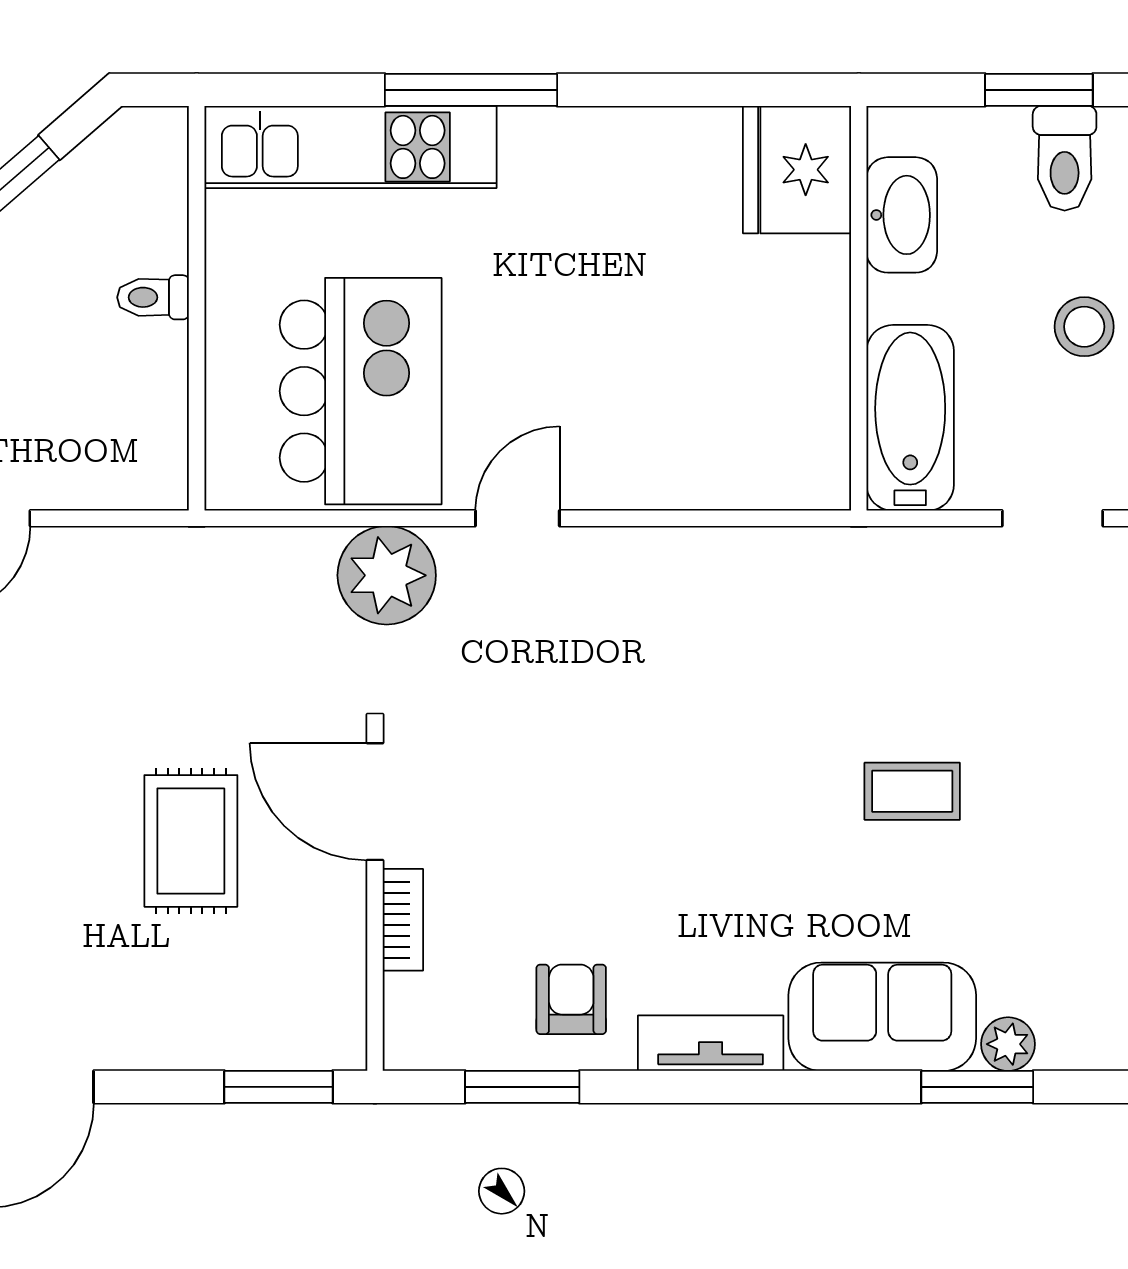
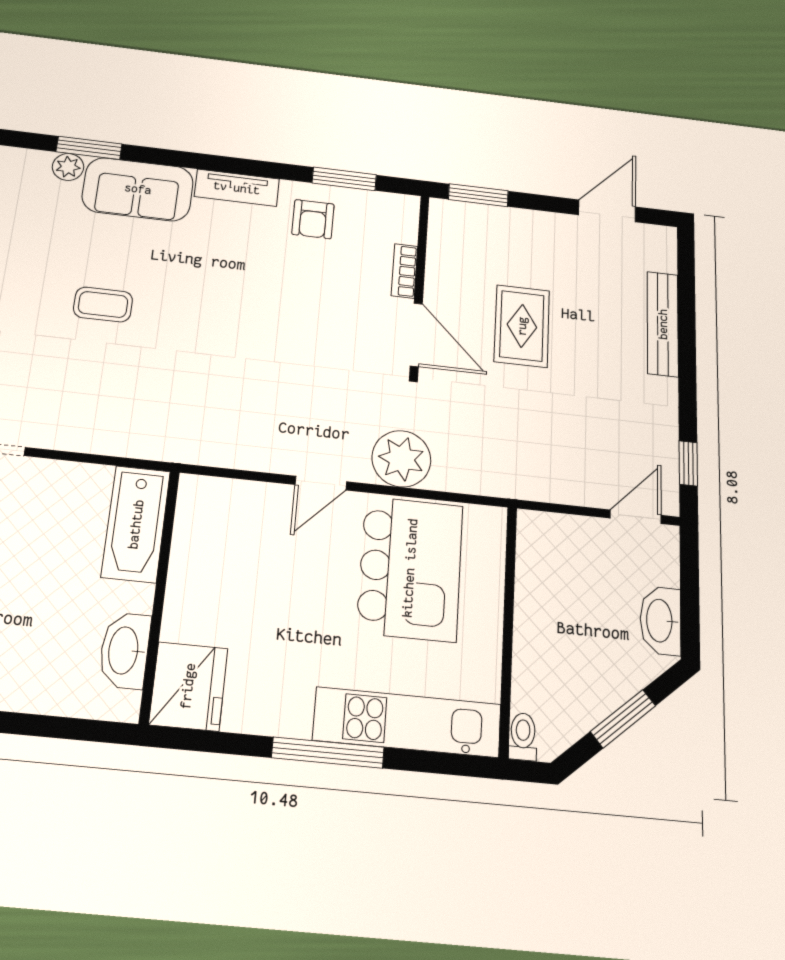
fridge: (797, 170) -> (188, 686), moved
washbasin: (902, 215) -> (125, 650), moved
toilet: (153, 297) -> (523, 737), moved, turned -90
wall: (859, 308) -> (160, 594), moved
kitchen island: (361, 391) -> (410, 568), turned 180
bathtub: (910, 418) -> (136, 524), moved

